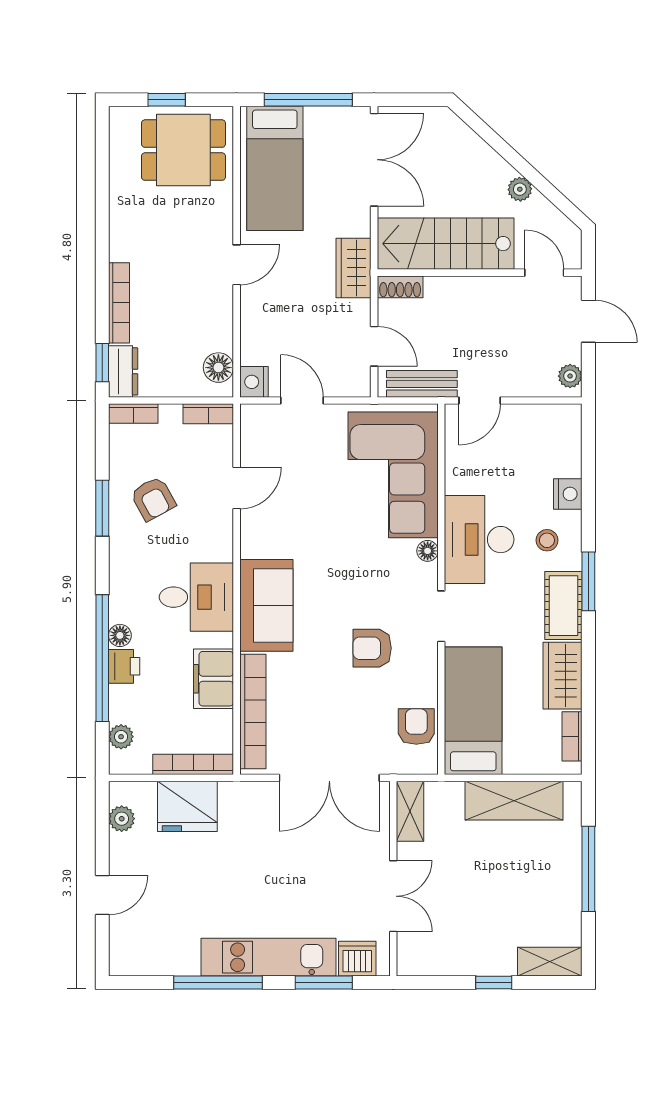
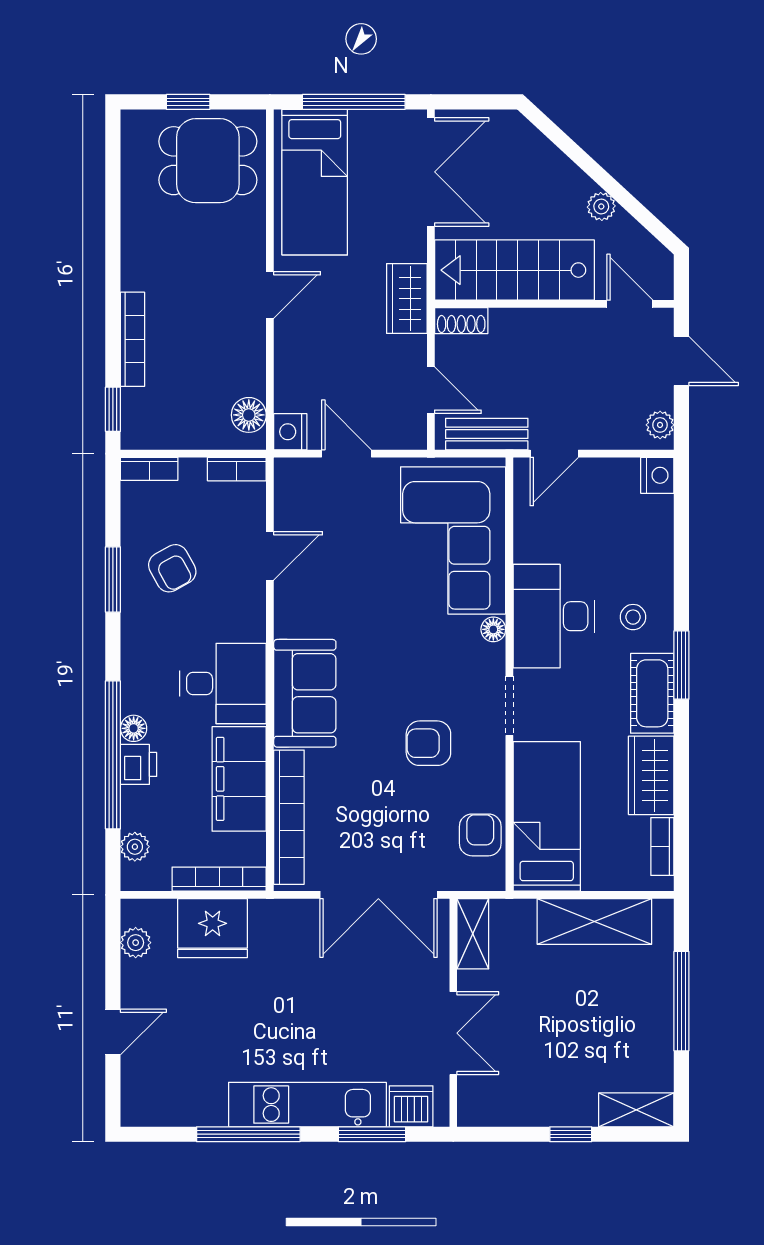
dresser: (123, 371) -> (137, 420), removed
nightstand: (568, 494) -> (657, 475), moved
filing cabinet: (213, 679) -> (239, 779), width x1.50, depth x1.17

